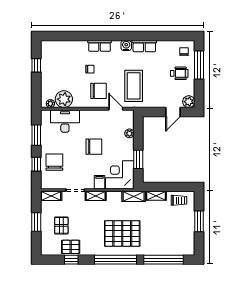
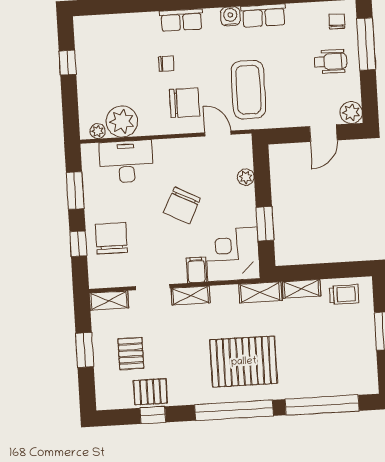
chair: (94, 147) -> (182, 205), turned 117

